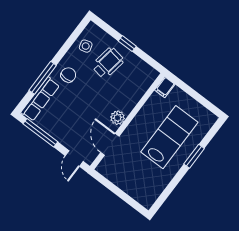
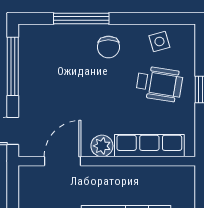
chair: (68, 75) -> (108, 47), turned 90
filing cabinet: (165, 87) -> (182, 175), removed
row of seats: (40, 99) -> (149, 146), moved, turned 180

